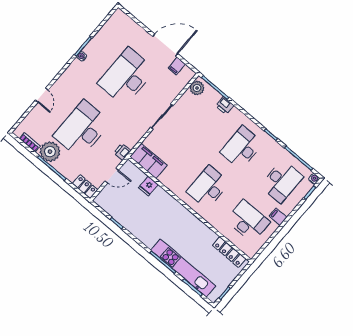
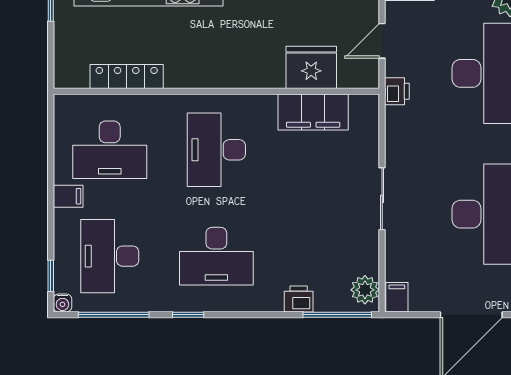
filing cabinet: (177, 66) -> (397, 297), moved
desk: (242, 148) -> (216, 256), turned 90
filing cabinet: (148, 161) -> (313, 112), moved
fridge: (148, 186) -> (311, 67), width x1.88, depth x1.34
desk: (208, 187) -> (216, 150), turned 180
locker: (229, 252) -> (127, 76), moved

